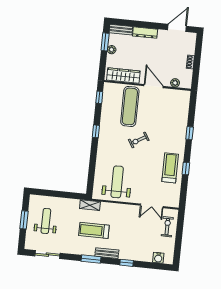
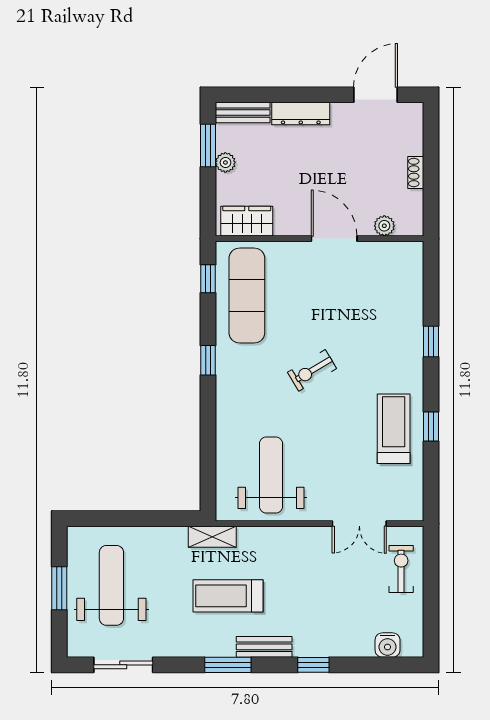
wardrobe: (123, 76) -> (247, 221), width x0.67
exercise mat: (130, 106) -> (247, 296), moved
weight bench: (46, 221) -> (111, 585), width x1.36, depth x1.33

